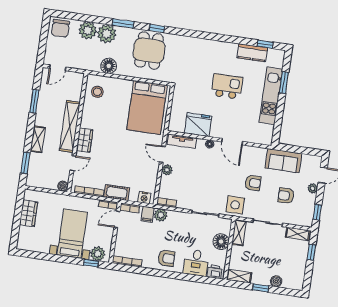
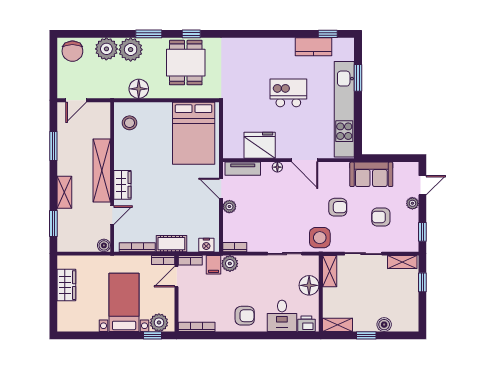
kitchen unit: (271, 96) -> (344, 109), width x1.36

